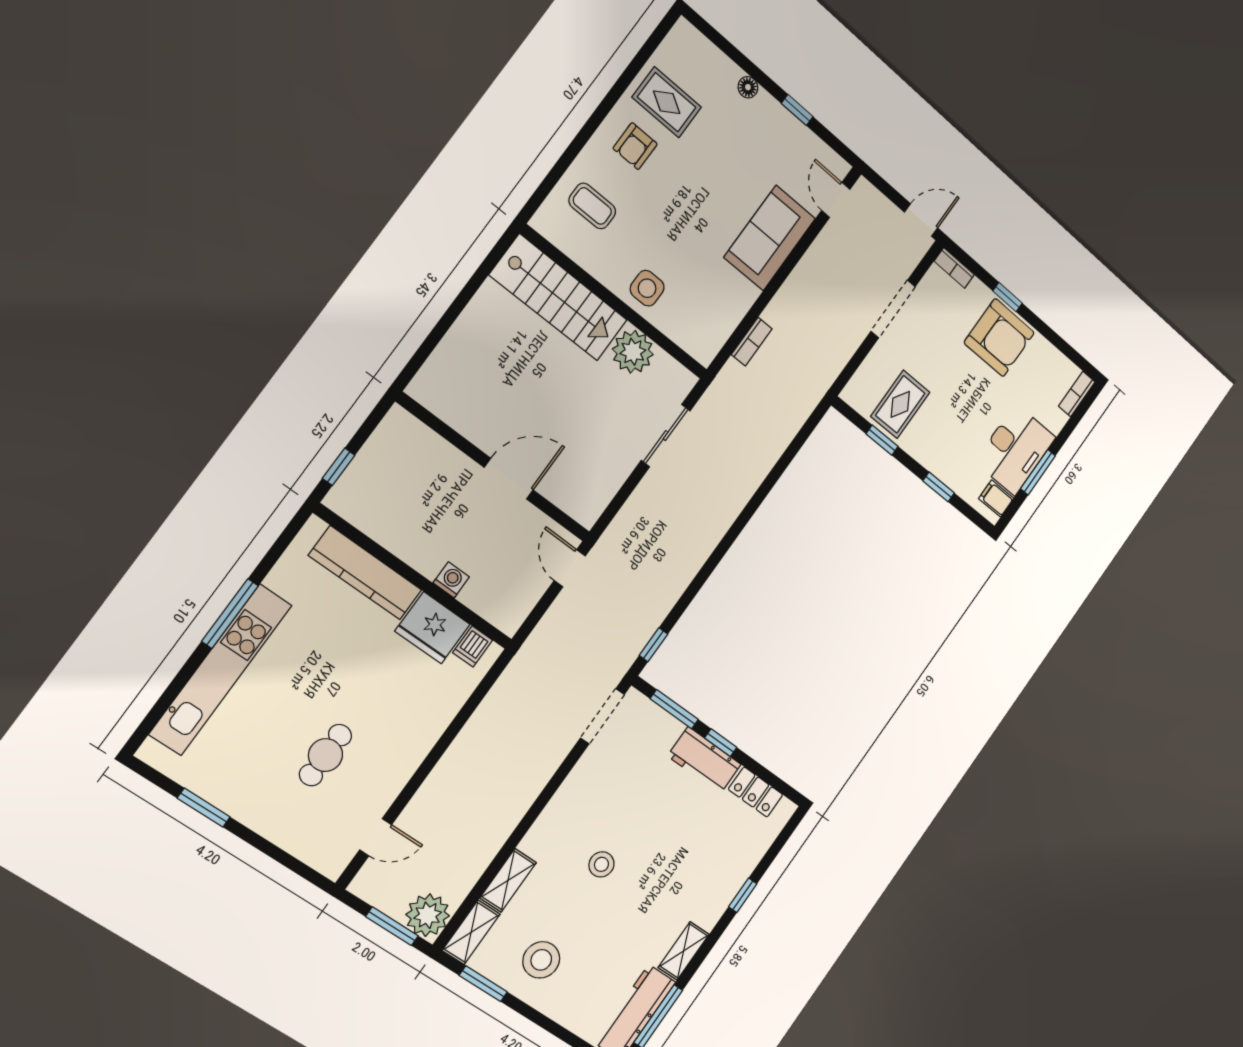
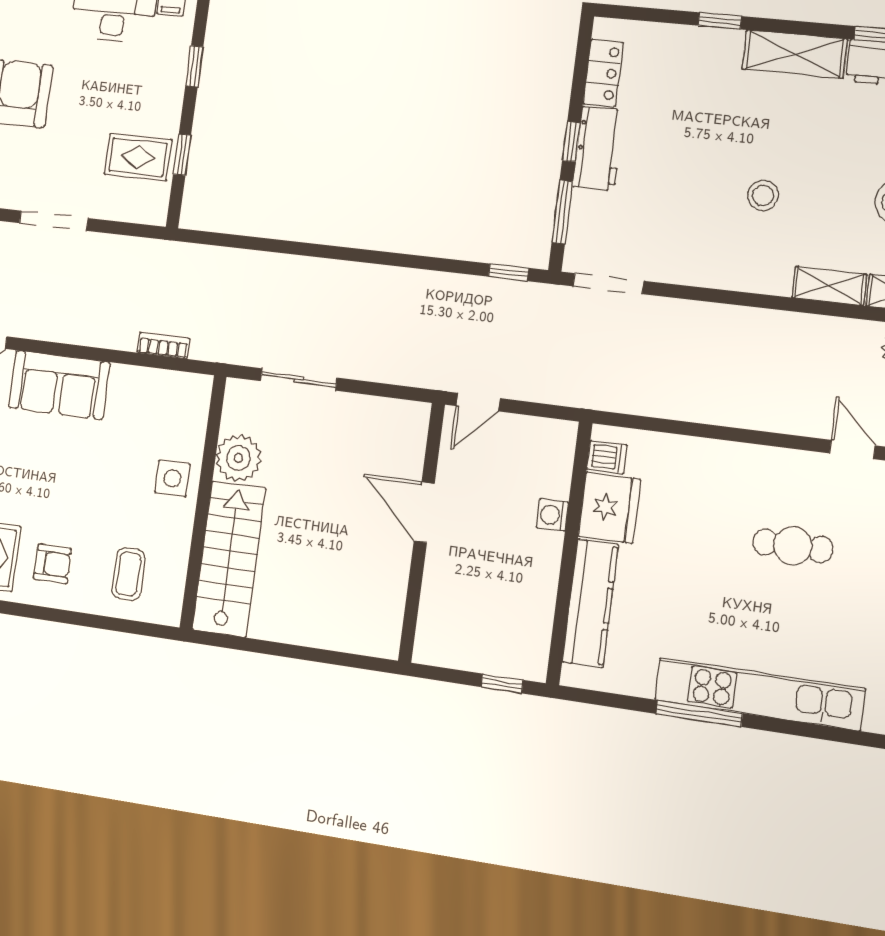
shelving: (684, 951) -> (795, 54), width x1.50, depth x1.33

